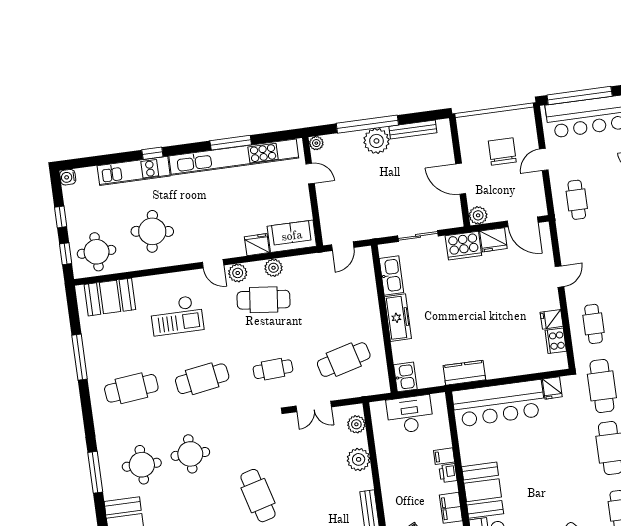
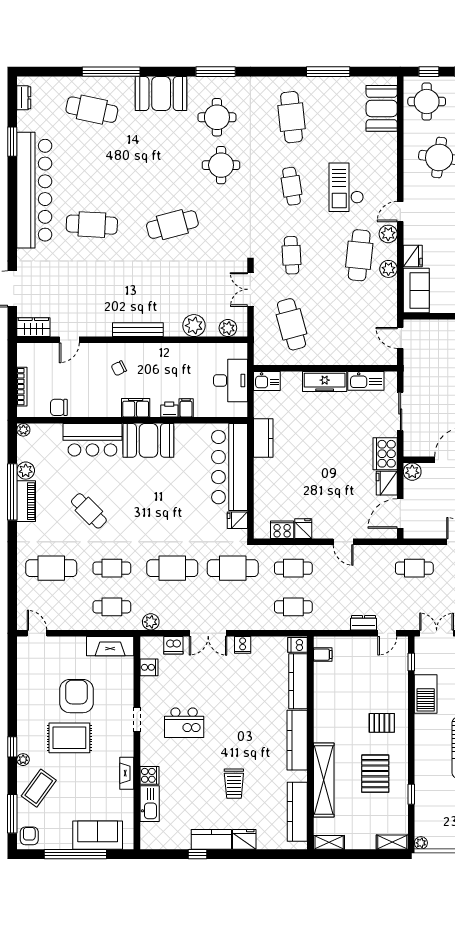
checkout: (177, 315) -> (346, 187), moved
cafe table: (202, 379) -> (292, 186), width x0.73, depth x0.74

